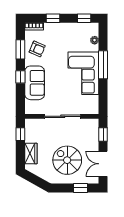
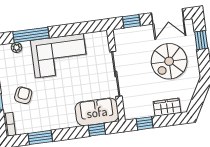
armchair: (37, 49) -> (23, 95), moved
window: (103, 65) -> (31, 35), moved
window: (20, 77) -> (97, 130), moved
sofa: (35, 83) -> (97, 112), moved

